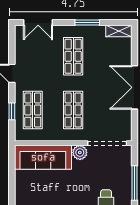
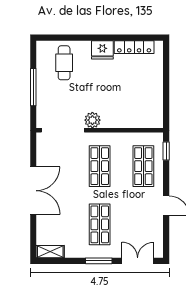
window: (87, 22) -> (99, 261), moved
window: (12, 111) -> (166, 151), moved
sofa: (43, 157) -> (132, 115), removed

